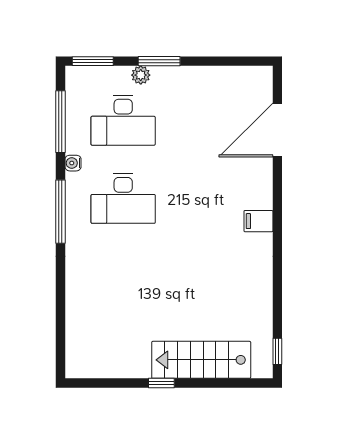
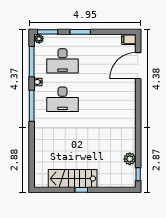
plant: (141, 75) -> (39, 39), moved
filing cabinet: (258, 221) -> (129, 39), moved
plant: (260, 320) -> (130, 159), added
stairs: (201, 360) -> (73, 179), moved

